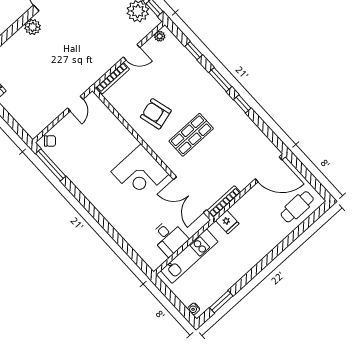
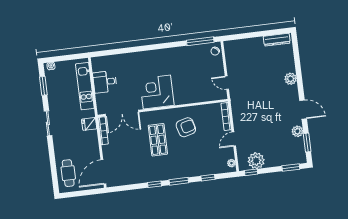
plant: (33, 27) -> (291, 79), moved
double door: (190, 195) -> (122, 113), swing flipped
sliding door: (259, 268) -> (48, 123), added

